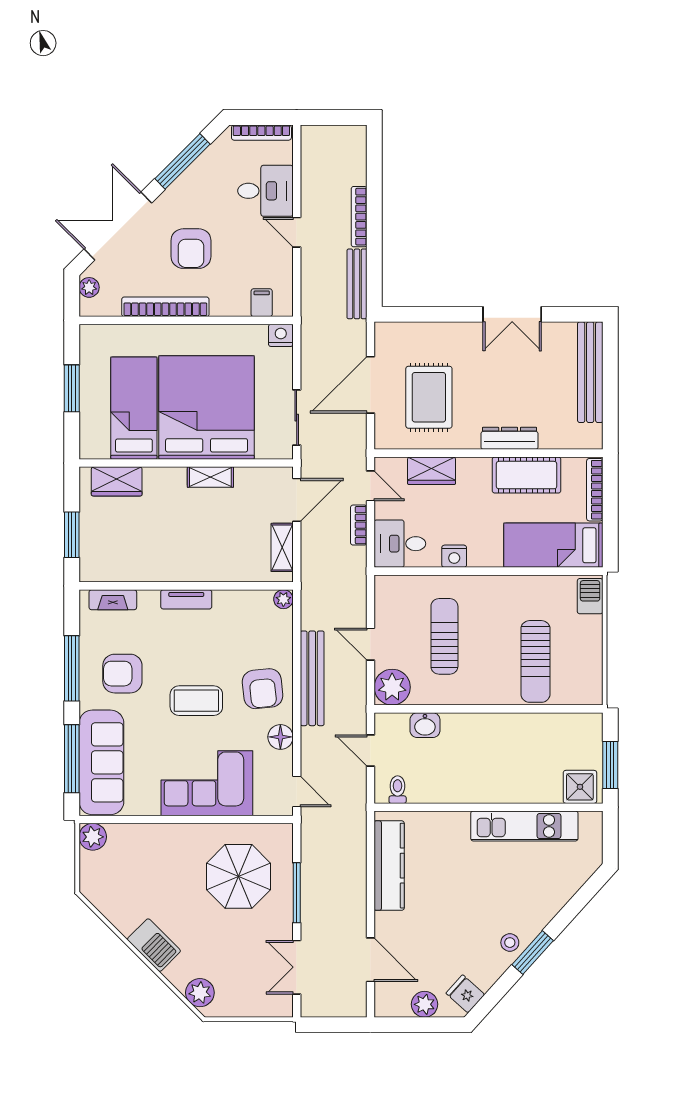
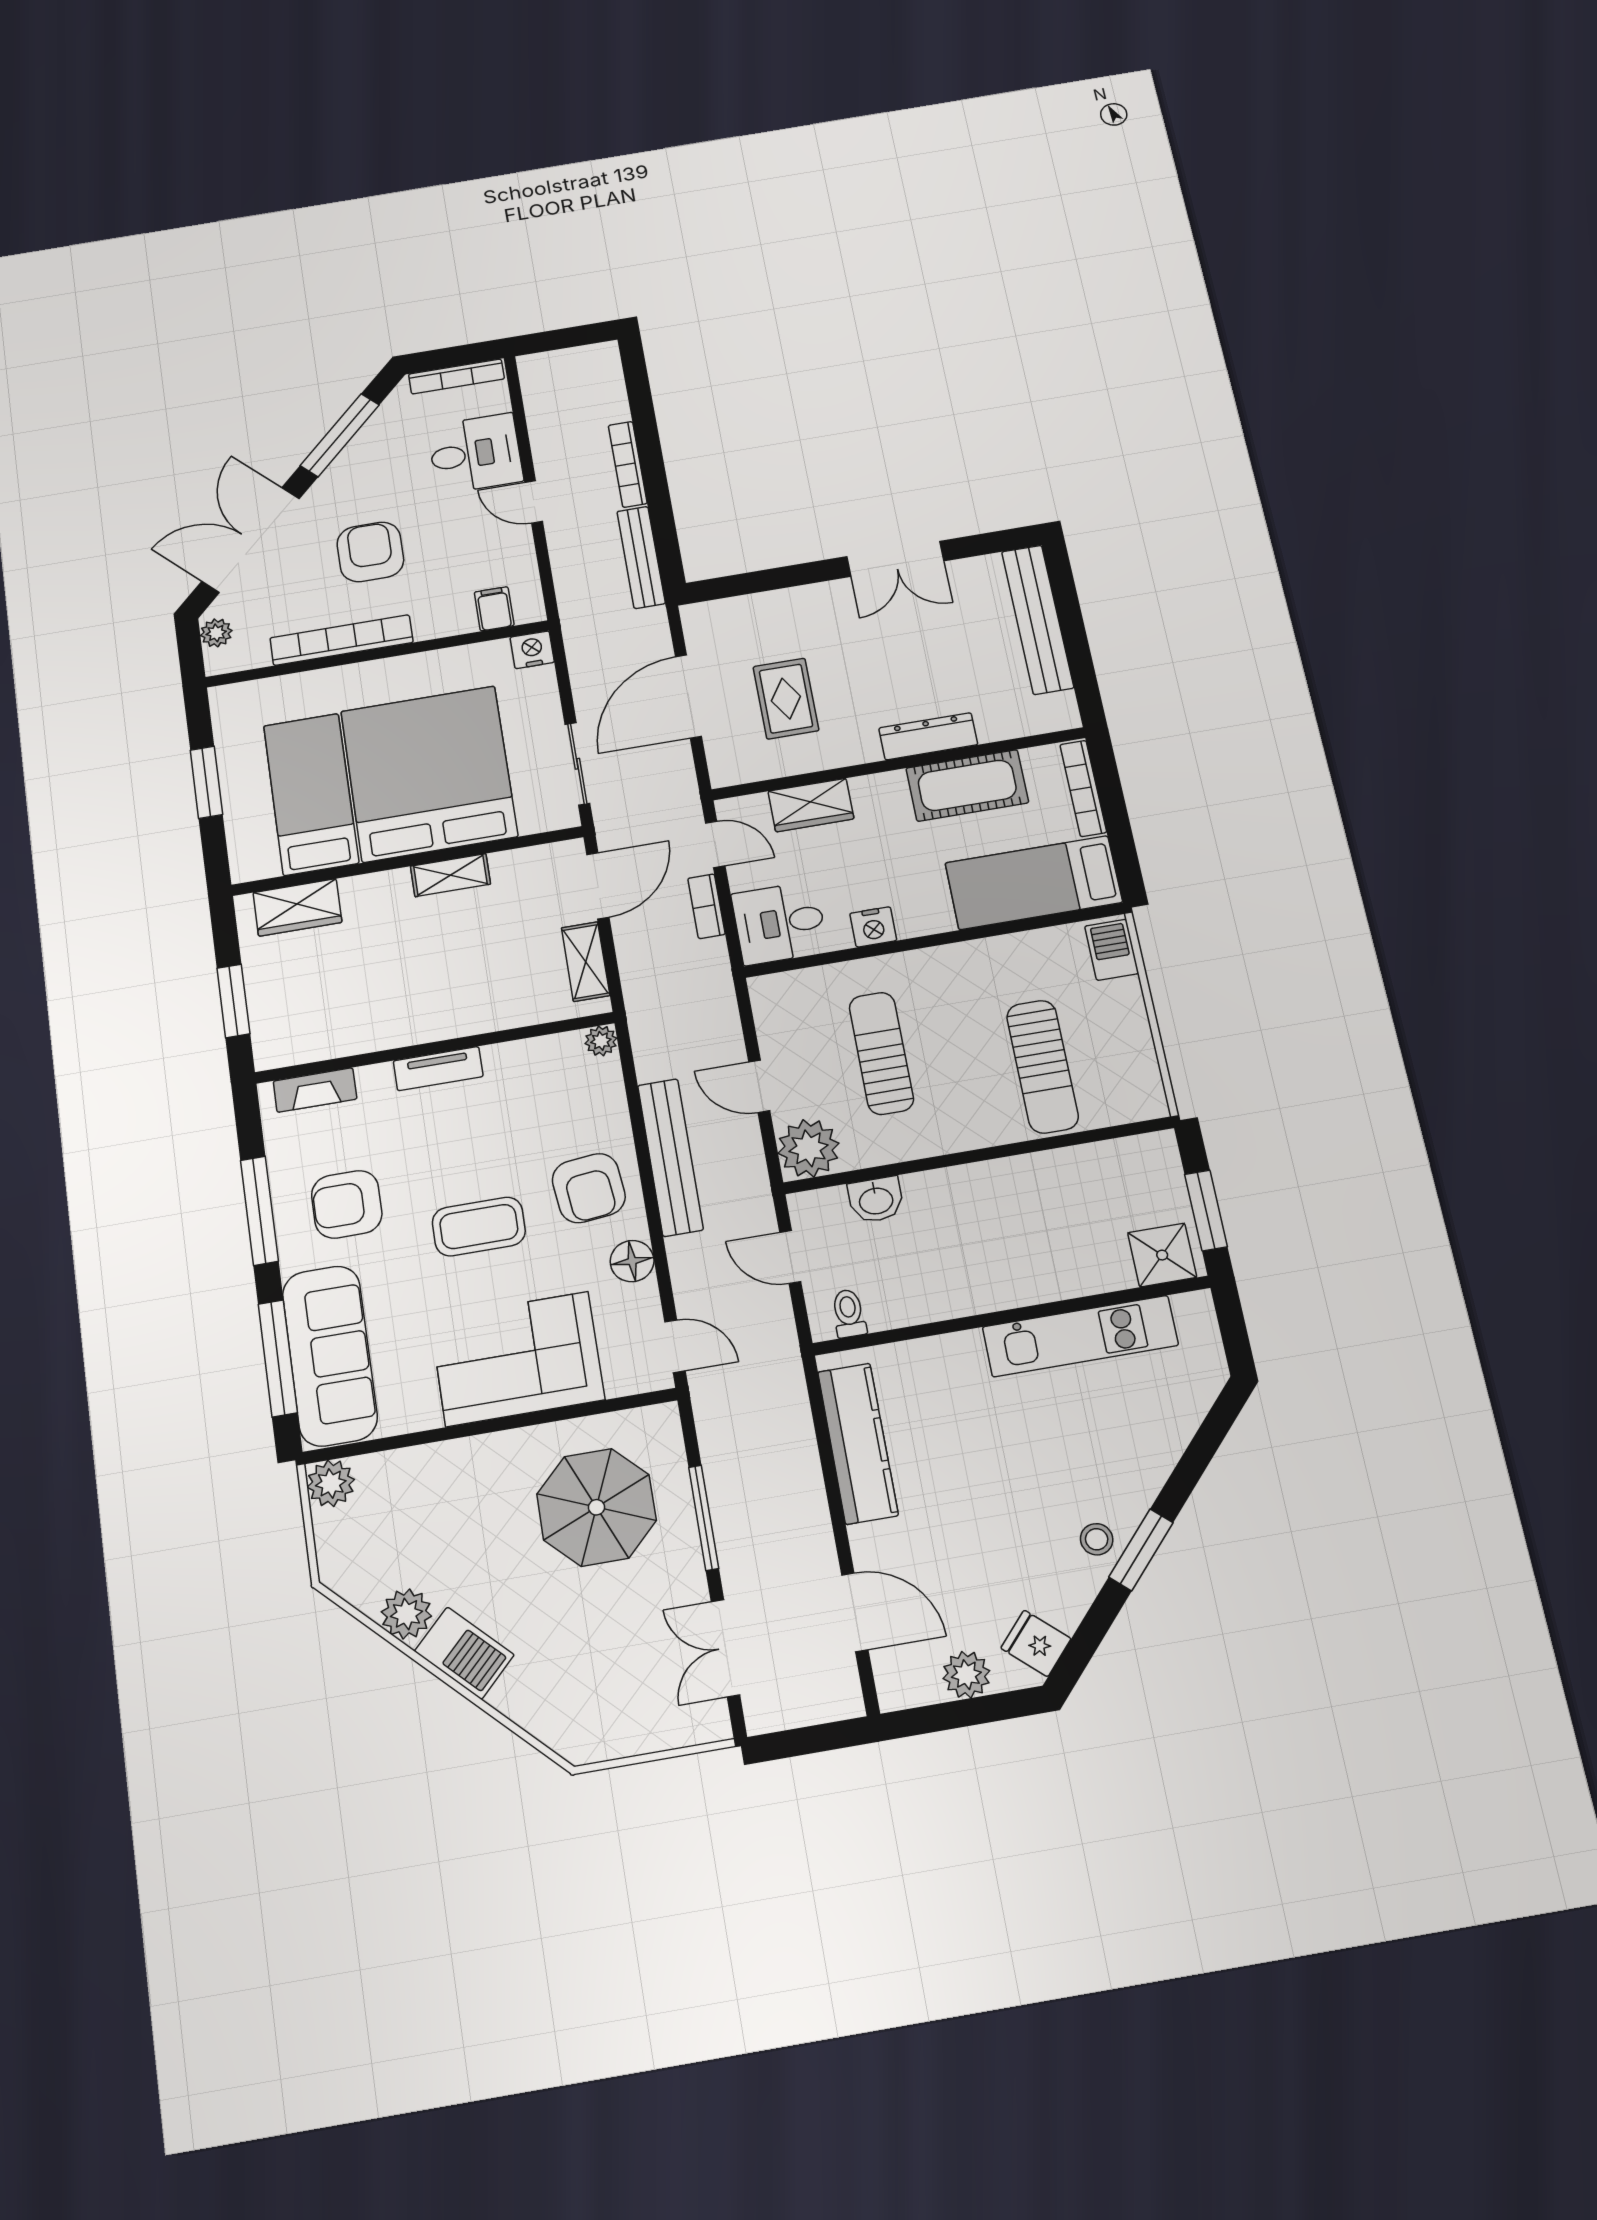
armchair: (191, 249) -> (370, 552), turned 180
rug: (429, 397) -> (786, 699), width x0.73, depth x0.70
plant: (200, 993) -> (406, 1614), moved

